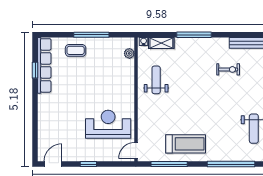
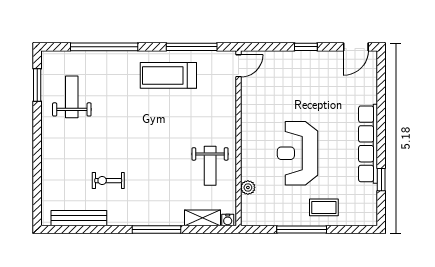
plant: (129, 53) -> (248, 187), moved
row of seats: (44, 65) -> (368, 144), moved
reception desk: (108, 124) -> (297, 153), moved, turned 90

